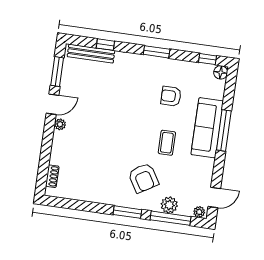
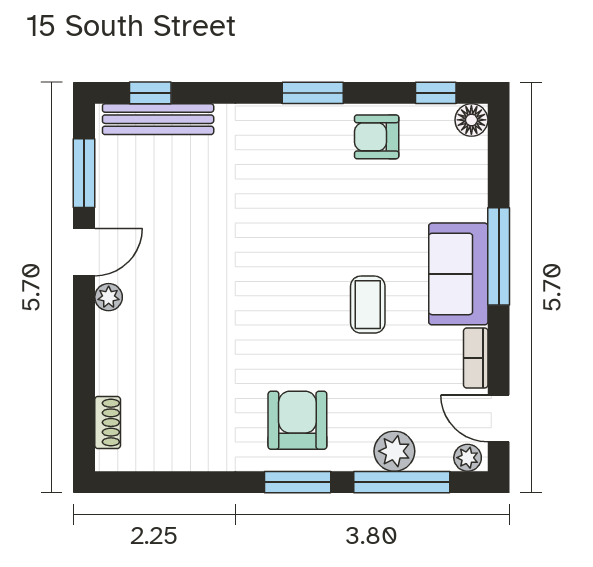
window: (105, 45) -> (150, 93), moved
armchair: (171, 96) -> (377, 137), moved
sofa: (207, 128) -> (458, 274), width x0.73
bookcase: (208, 171) -> (476, 358), added
armchair: (143, 178) -> (297, 420), moved, turned -149
door: (214, 198) -> (499, 418), swing flipped

